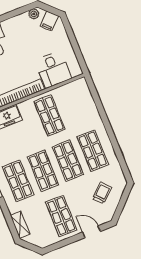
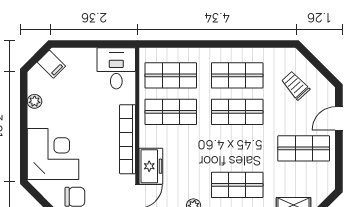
plant: (34, 14) -> (35, 101), moved
desk: (53, 70) -> (116, 68), moved, turned -90
shop shelf: (43, 171) -> (171, 75), moved

